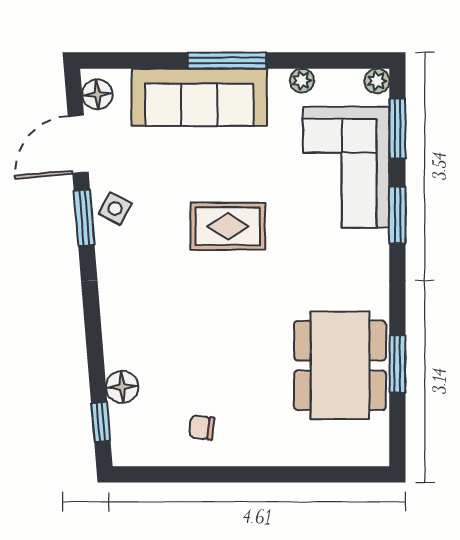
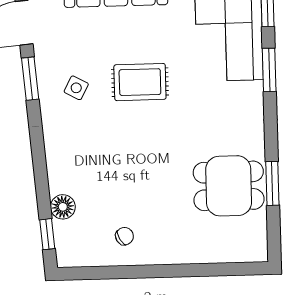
side table: (115, 208) -> (76, 88), moved
dining table: (340, 365) -> (229, 186), width x0.73
chair: (202, 427) -> (124, 236), turned 144

